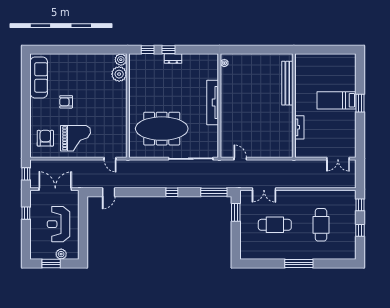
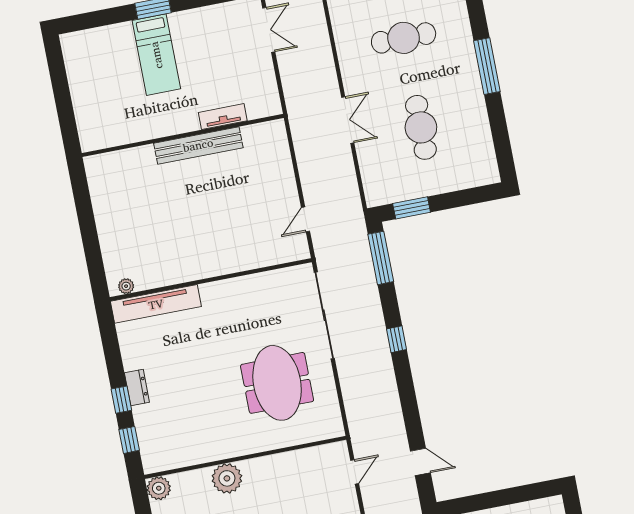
plant: (119, 74) -> (227, 478), moved
bench: (287, 83) -> (198, 145), moved
tv unit: (213, 102) -> (156, 304), moved
meeting table: (162, 129) -> (277, 383), width x0.73
double door: (264, 189) -> (348, 120), moved

